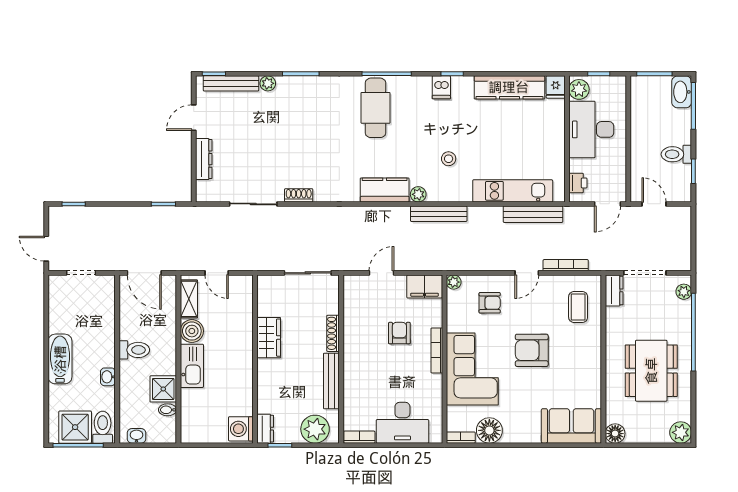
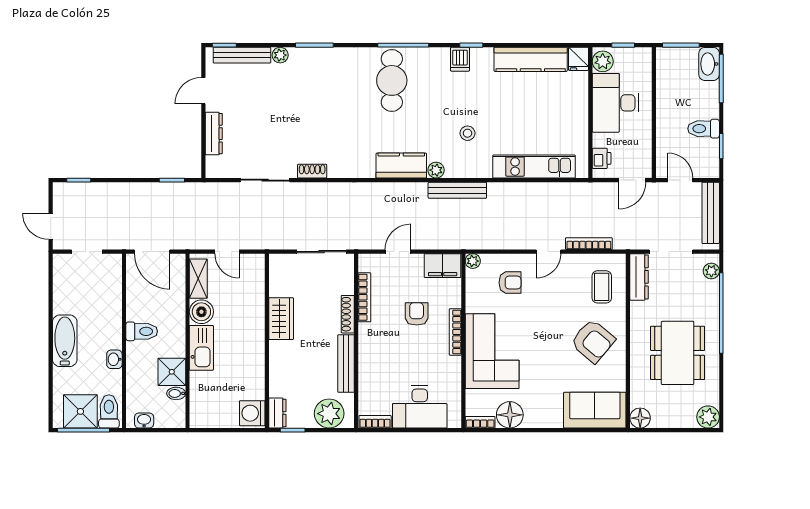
bench: (533, 214) -> (711, 213), moved, turned 90
dresser: (614, 290) -> (639, 277), width x1.44
bookcase: (349, 317) -> (364, 297), added
armchair: (532, 350) -> (593, 341), moved, turned -140

